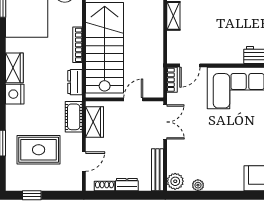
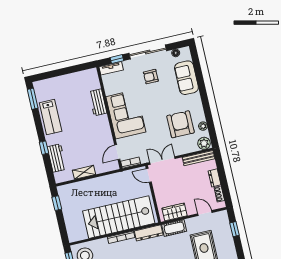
door: (190, 65) -> (117, 152), swing flipped
dresser: (75, 82) -> (149, 233), width x1.44
door: (133, 99) -> (149, 175), moved
armchair: (207, 156) -> (180, 124), added
window: (32, 195) -> (235, 229), moved

